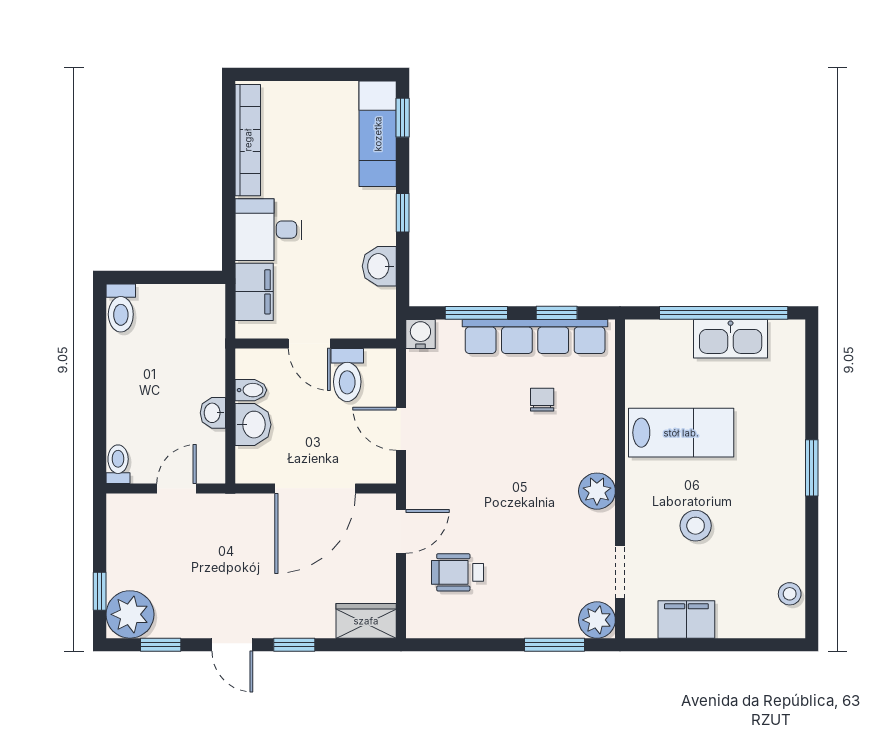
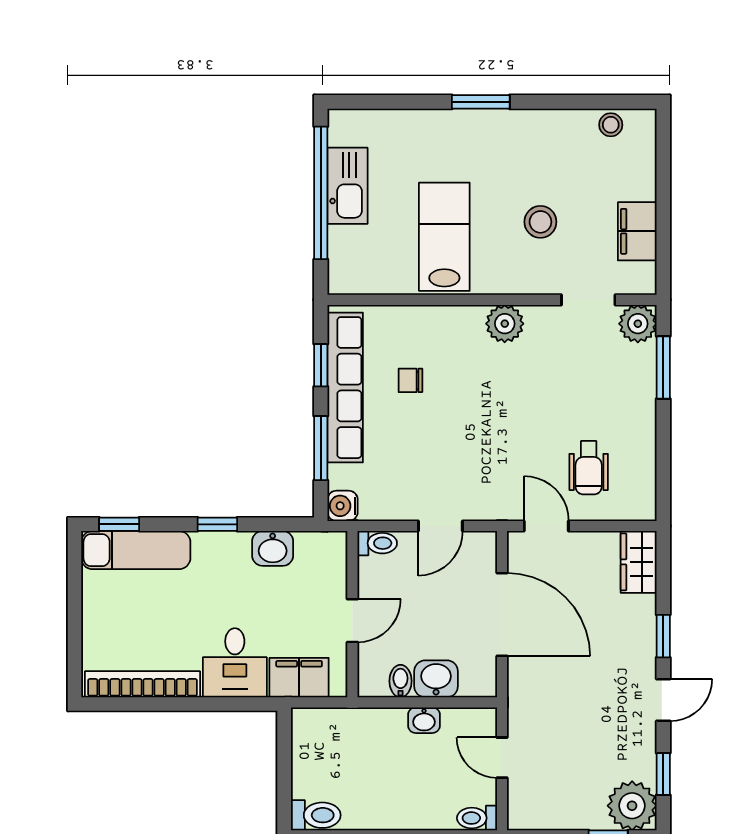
toilet: (347, 375) -> (377, 543), moved, width x0.73, depth x0.72

